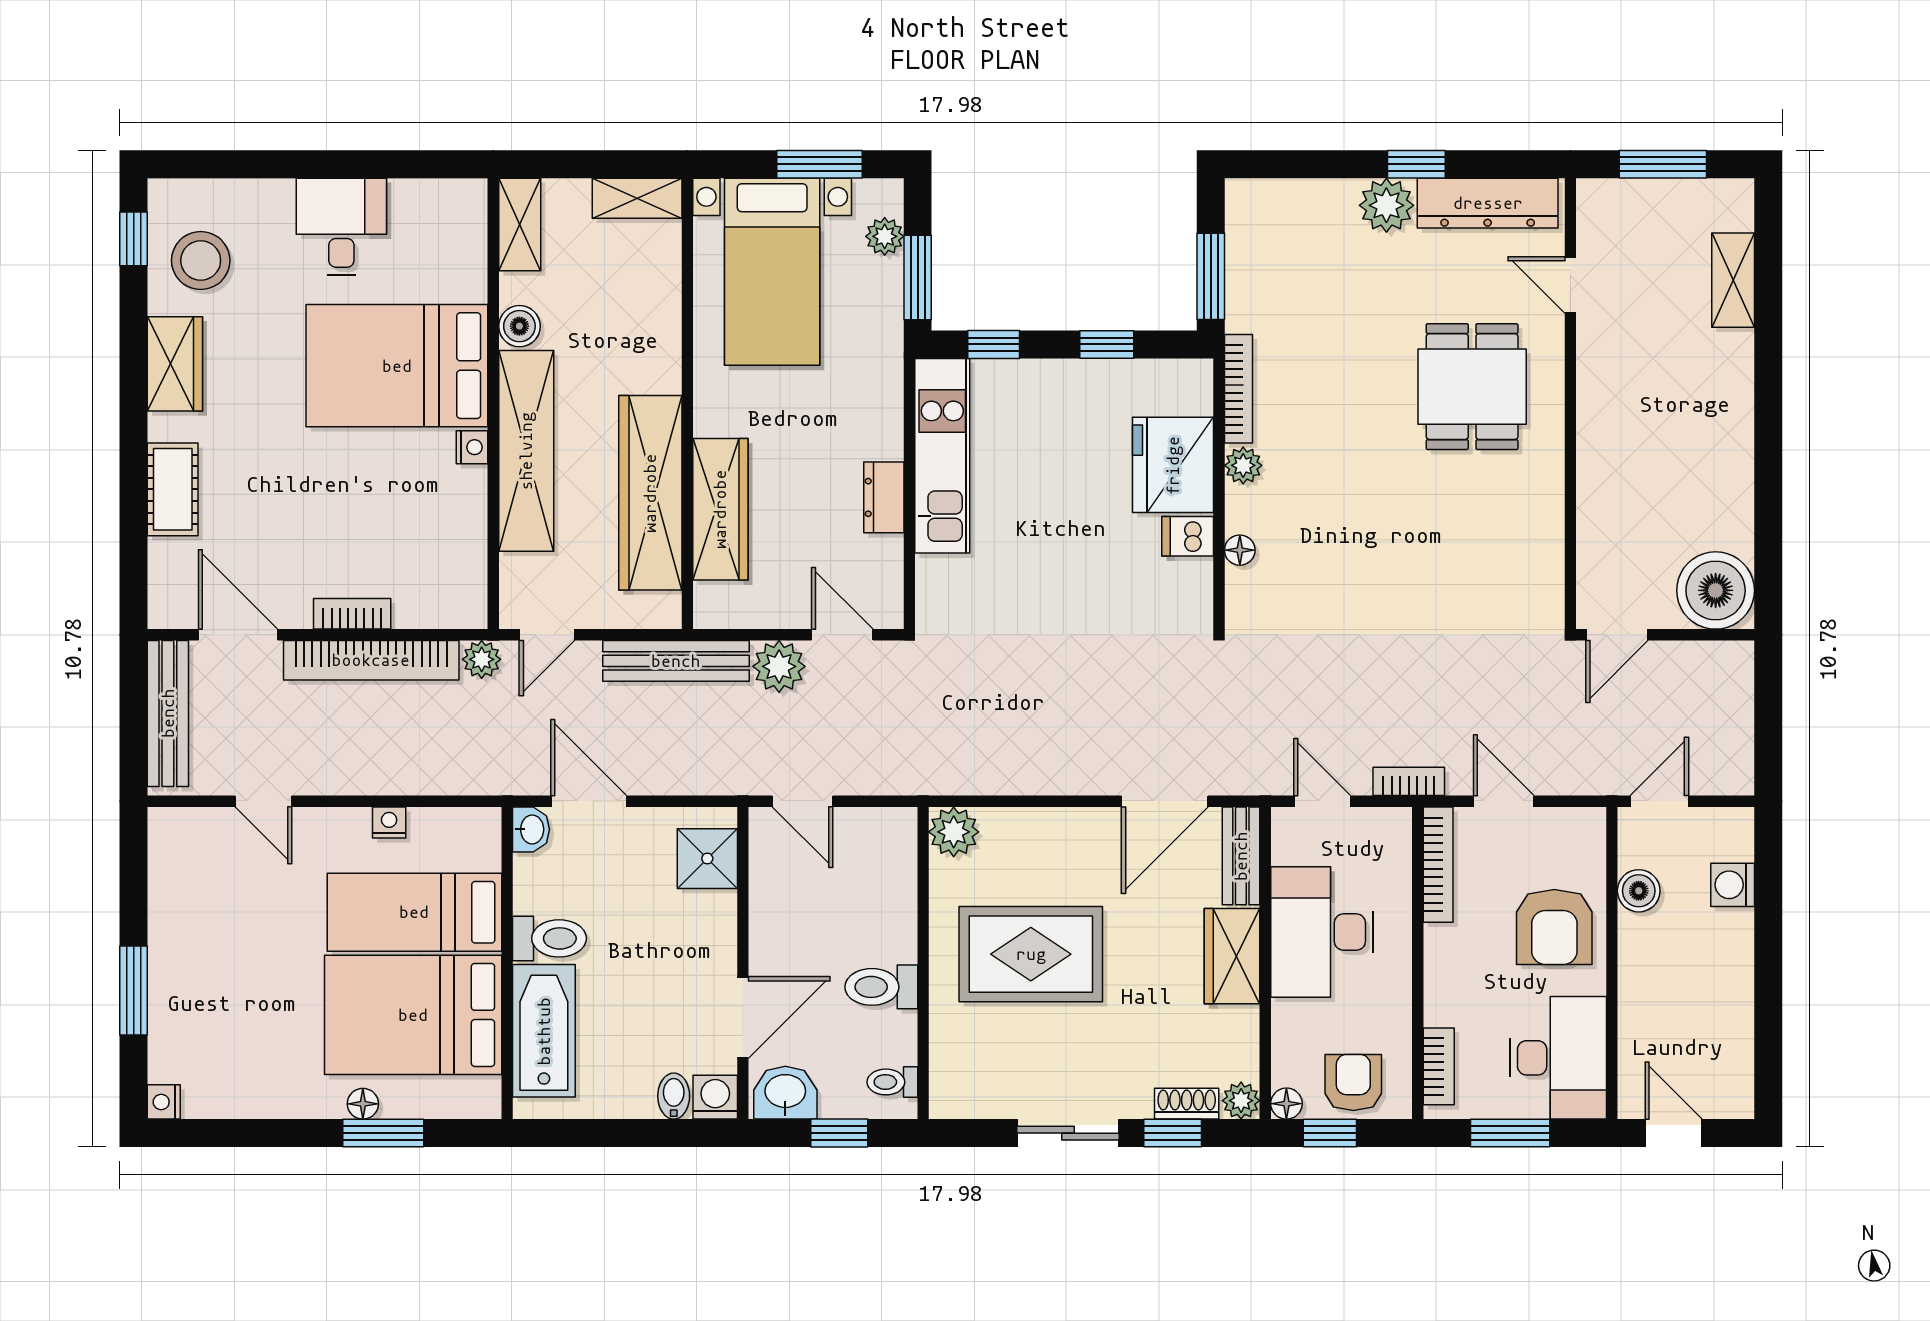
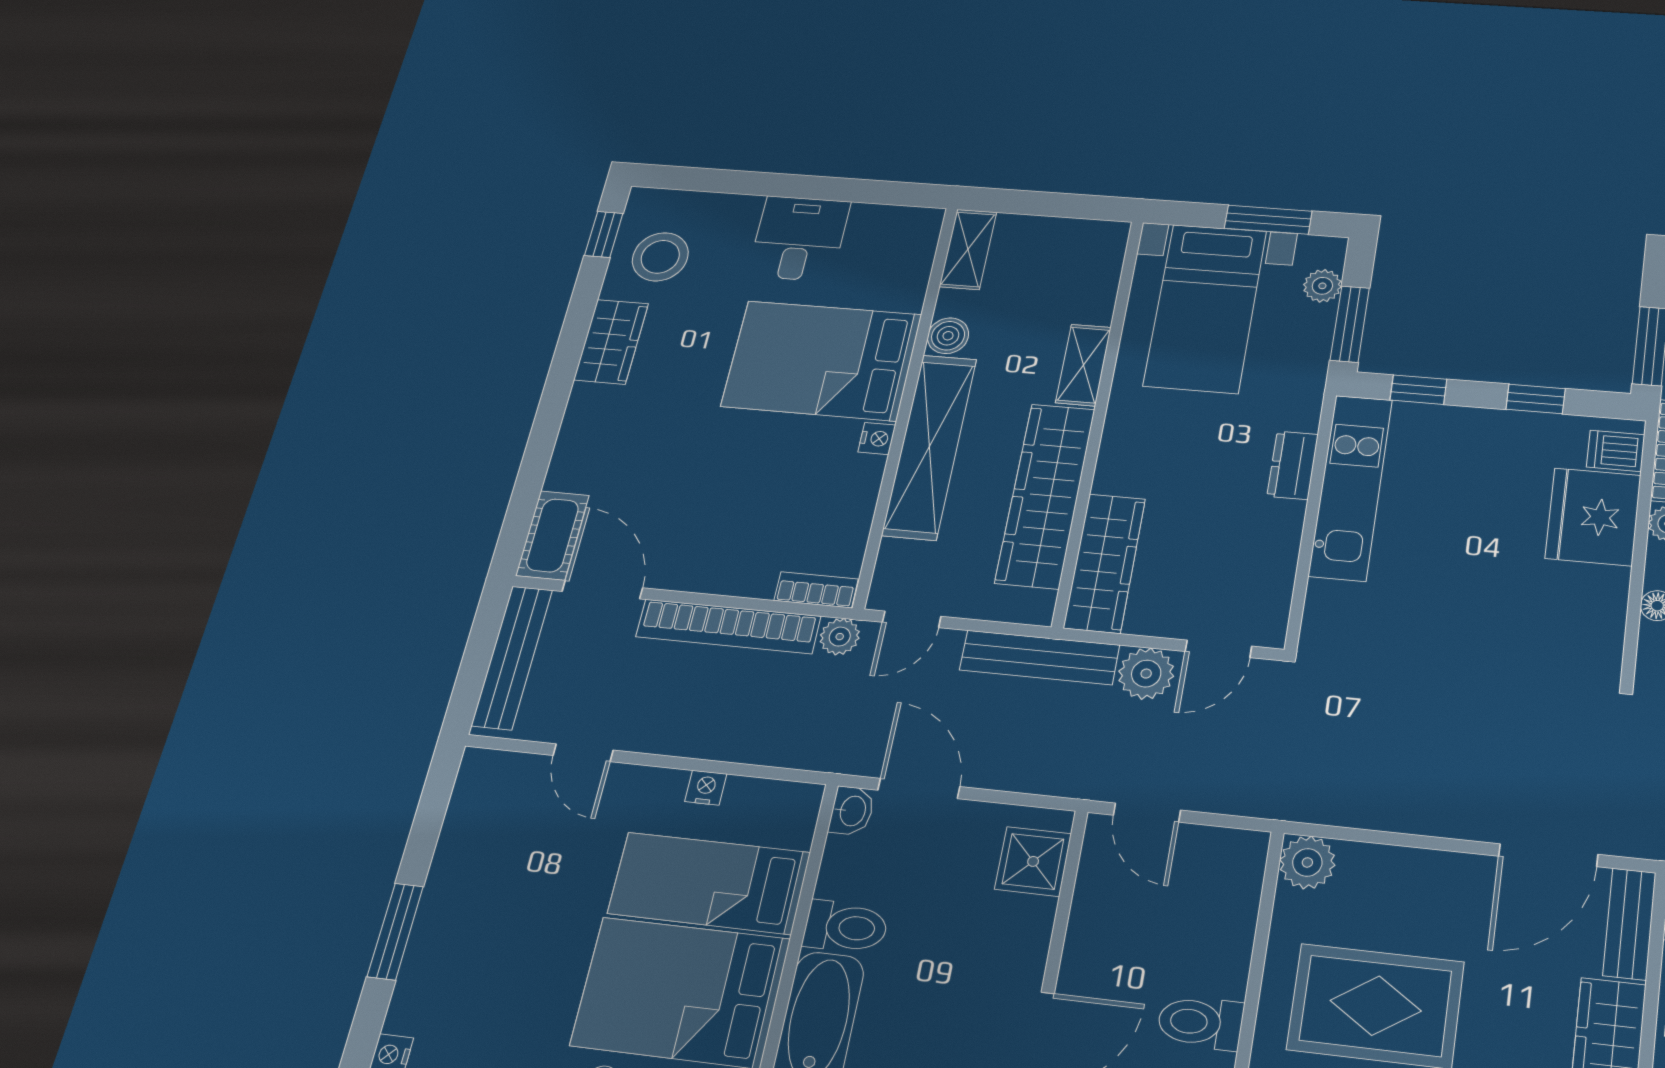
shelving: (637, 198) -> (1083, 365), moved, turned 90
cot: (173, 489) -> (552, 535), moved
dresser: (884, 497) -> (1293, 465), moved
wardrobe: (720, 509) -> (1105, 563), moved
dishwasher: (1188, 536) -> (1616, 451), moved
bookcase: (352, 614) -> (816, 590), moved
door: (842, 635) -> (1218, 649), swing flipped

